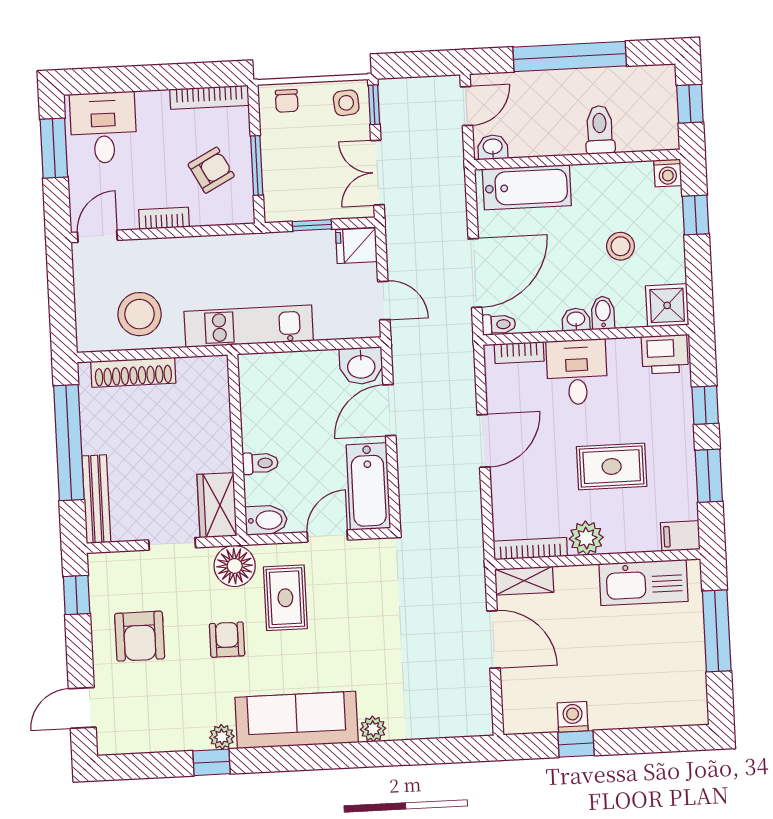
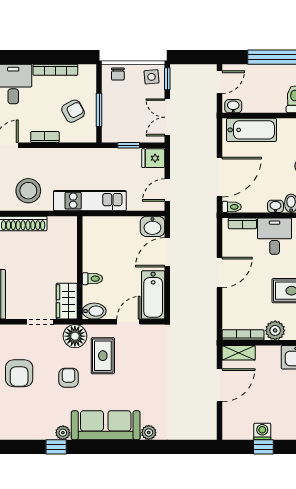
bookcase: (209, 97) -> (55, 70), moved
door: (384, 301) -> (167, 190), swing flipped
door: (494, 639) -> (220, 385), hinge flipped

